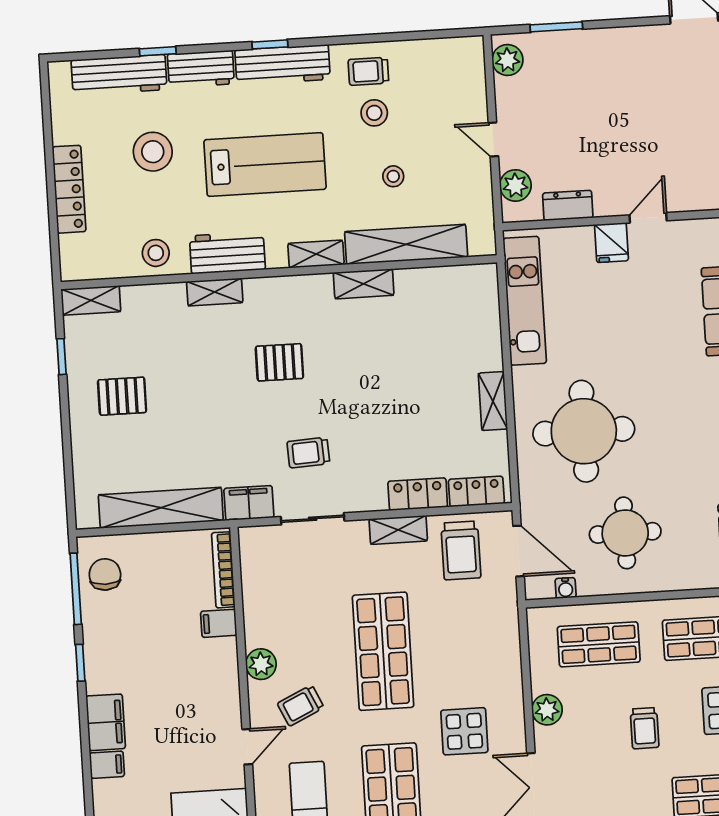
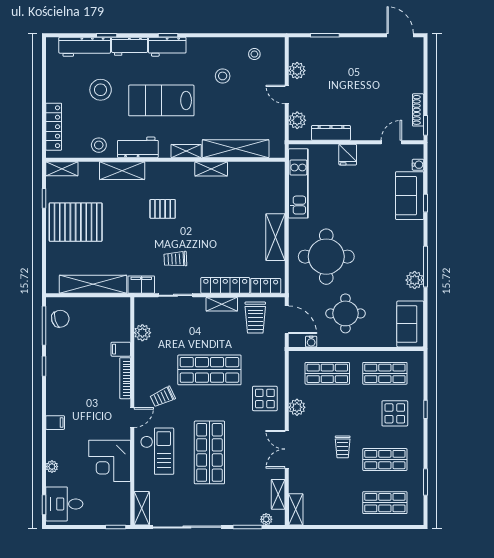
plant: (507, 60) -> (297, 71), moved
workbench: (283, 65) -> (167, 47), width x0.73
trolley: (368, 71) -> (221, 53), removed
lab bench: (265, 164) -> (161, 100), turned 180
stool: (393, 176) -> (254, 54), moved
locker: (69, 189) -> (54, 127), moved
dresser: (568, 205) -> (331, 133), width x1.44
door: (648, 218) -> (391, 142), moved
shelving: (215, 292) -> (122, 171), width x1.50, depth x1.33
pallet: (122, 396) -> (76, 222), width x2.05, depth x2.00
shelving: (493, 401) -> (275, 237), width x1.50, depth x1.33
locker: (418, 494) -> (225, 285), width x1.53
bookcase: (223, 570) -> (125, 378), moved
chair: (105, 574) -> (60, 319), turned 72
shop shelf: (383, 651) -> (209, 370), turned 90
plant: (261, 664) -> (142, 333), moved
filing cabinet: (106, 722) -> (56, 399), removed
trolley: (645, 728) -> (343, 447), moved
display table: (464, 731) -> (265, 398), moved

